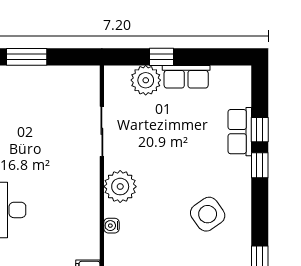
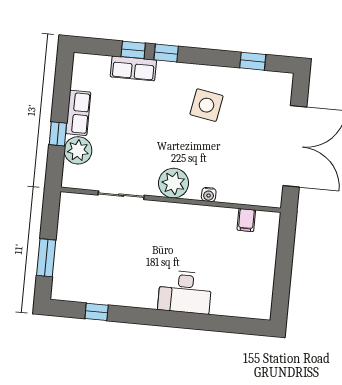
side table: (208, 214) -> (207, 105), turned 45

